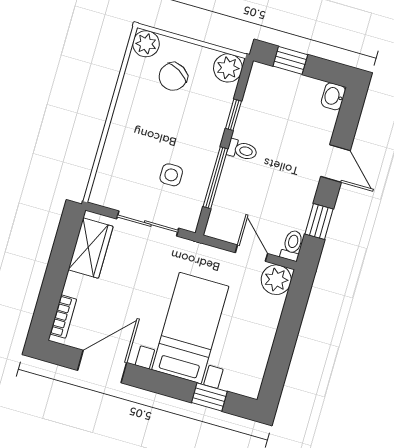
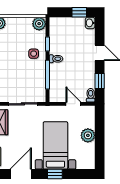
window: (290, 60) -> (79, 12), moved
chair: (173, 77) -> (16, 35), removed
side table: (171, 175) -> (34, 54), moved
plant: (276, 280) -> (88, 135), moved
window: (209, 397) -> (55, 174), moved

